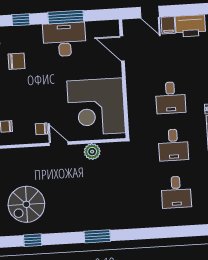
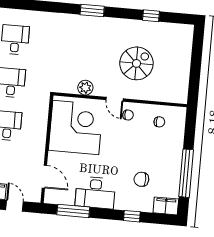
window: (66, 17) -> (73, 211), moved
spiral stairs: (26, 204) -> (136, 63), moved

